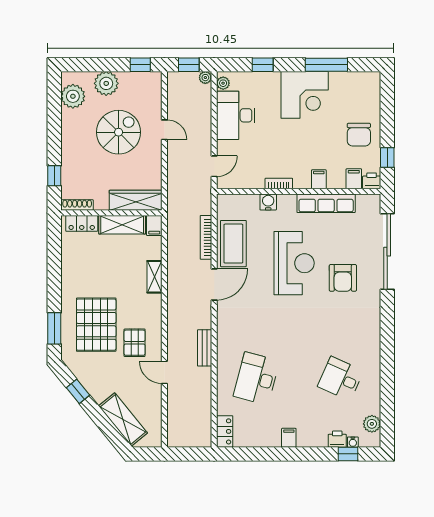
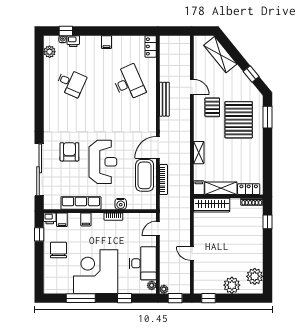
corner desk: (305, 95) -> (96, 272), width x1.36, depth x1.36
spiral stairs: (119, 132) -> (223, 252), removed
reception desk: (294, 263) -> (103, 162), turned 180
bench: (205, 348) -> (164, 99), width x1.36
desk: (256, 379) -> (129, 83), turned -39

